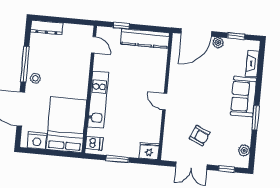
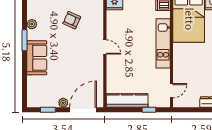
door: (94, 45) -> (171, 91), swing flipped
fireplace: (252, 64) -> (32, 87), removed
plant: (244, 150) -> (32, 24), moved

